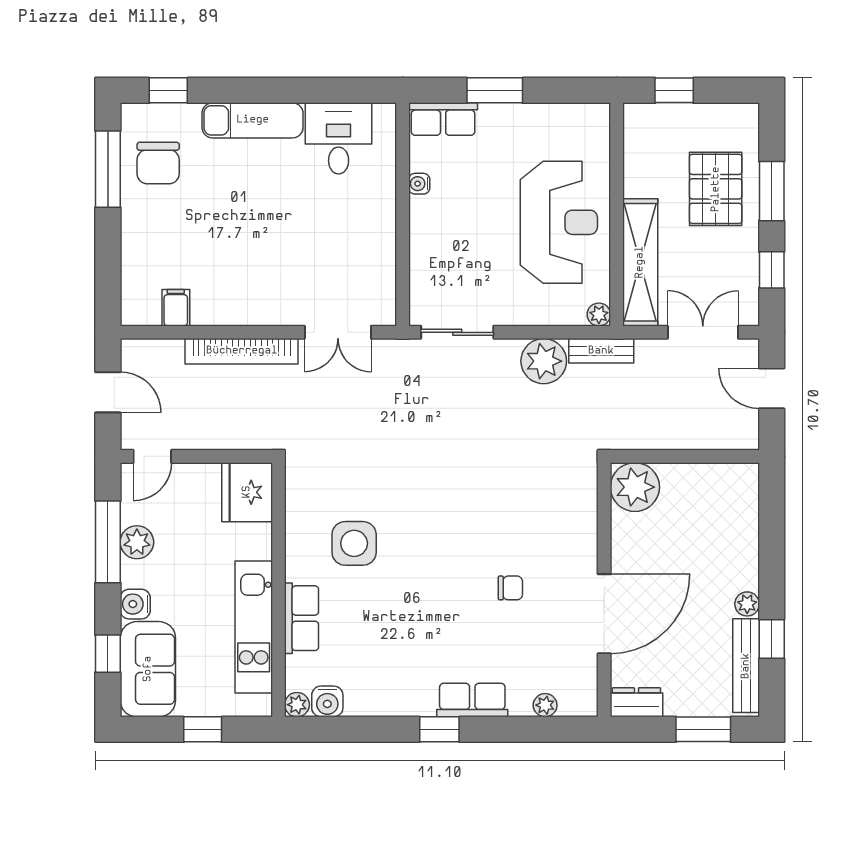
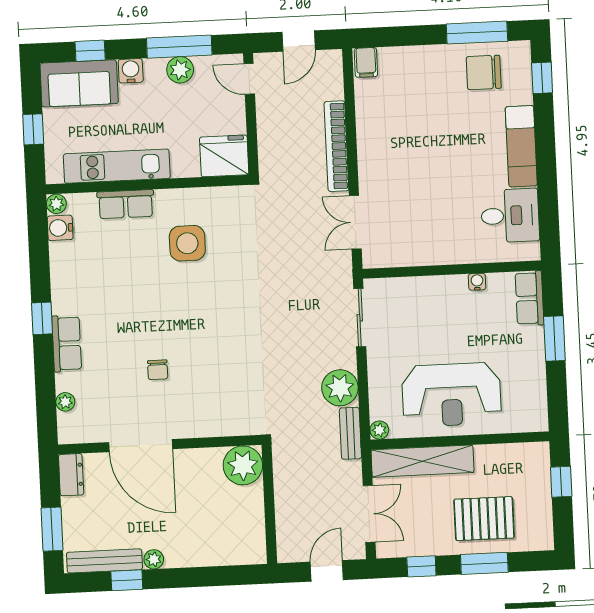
filing cabinet: (176, 308) -> (366, 62), moved, turned 90

